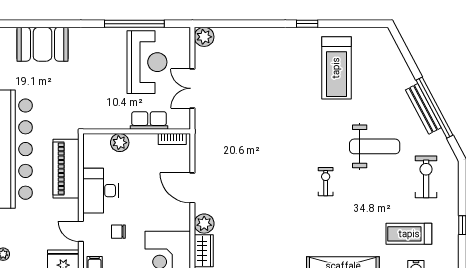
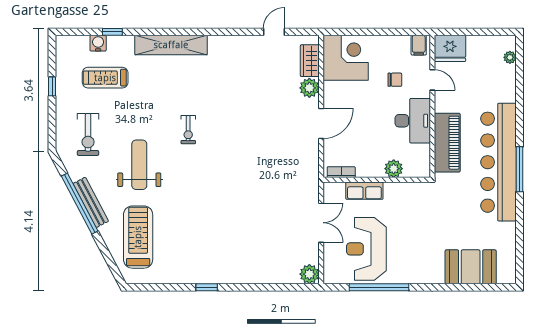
treadmill: (336, 68) -> (138, 237), moved
weight bench: (375, 146) -> (139, 165), turned 90
door: (192, 188) -> (321, 123), hinge flipped
treadmill: (409, 234) -> (105, 78), turned 180

